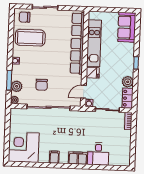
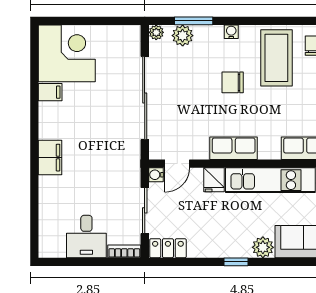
row of seats: (77, 56) -> (234, 148), width x0.68
plant: (128, 82) -> (263, 247), moved
chair: (42, 85) -> (233, 82), moved
door: (83, 92) -> (177, 164), swing flipped
desk: (98, 154) -> (86, 237), moved, turned -90
filing cabinet: (54, 157) -> (50, 92), moved

